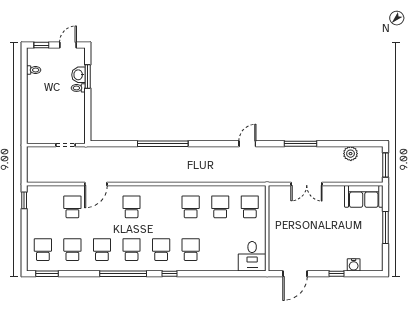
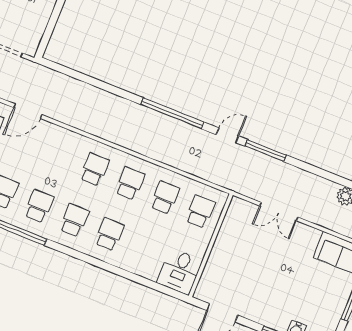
window: (163, 144) -> (172, 113), moved
window: (300, 144) -> (266, 151), moved
school desk: (132, 207) -> (95, 169), moved
window: (170, 274) -> (73, 253), removed

